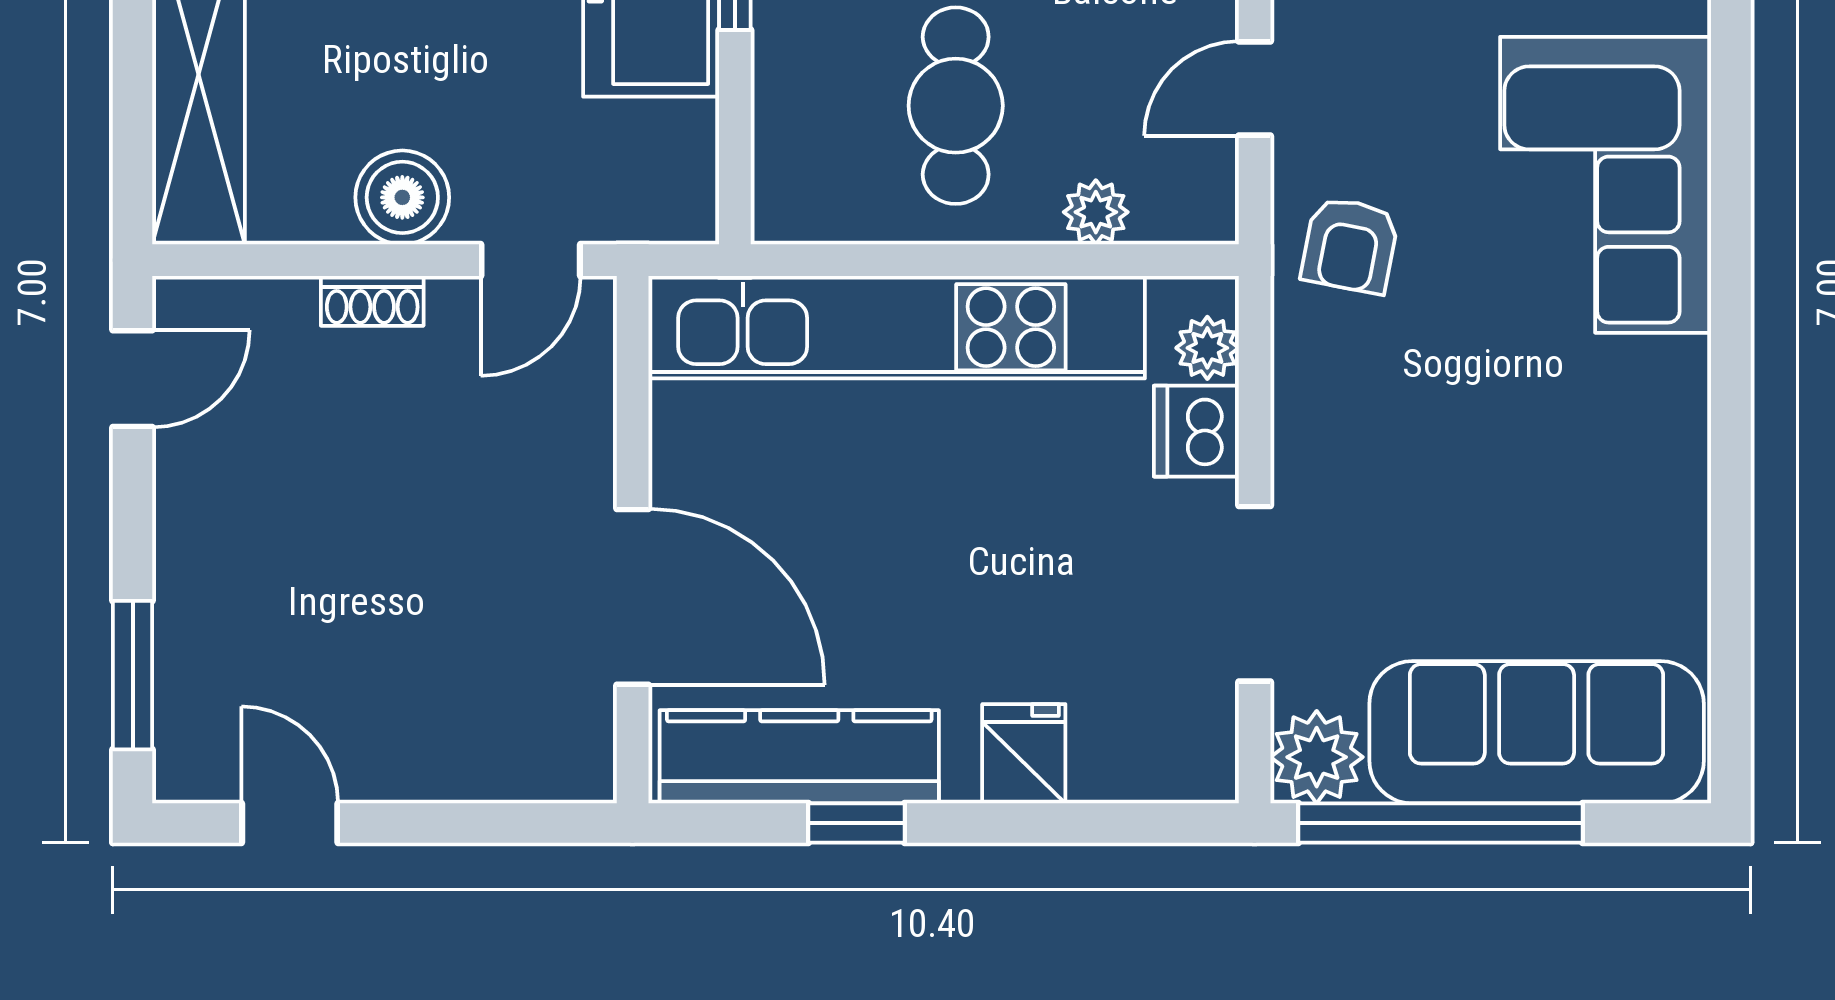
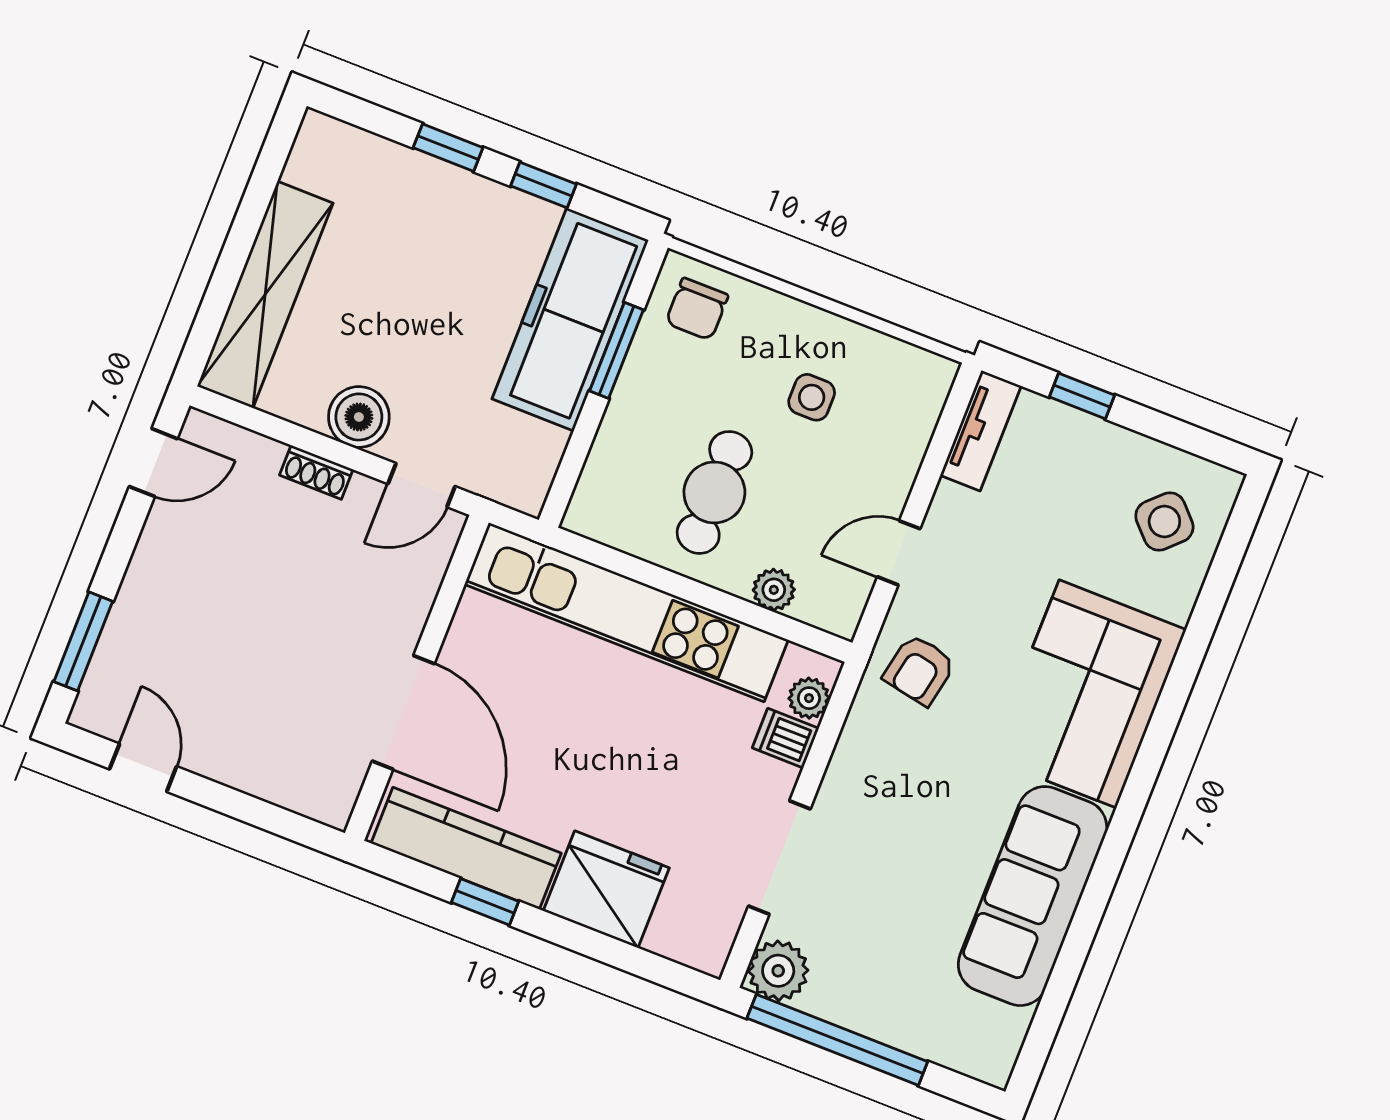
dishwasher: (1196, 431) -> (786, 738), width x0.73
sofa: (1537, 732) -> (1033, 896), moved, turned -90
fridge: (1024, 754) -> (606, 889), width x1.88, depth x1.34

